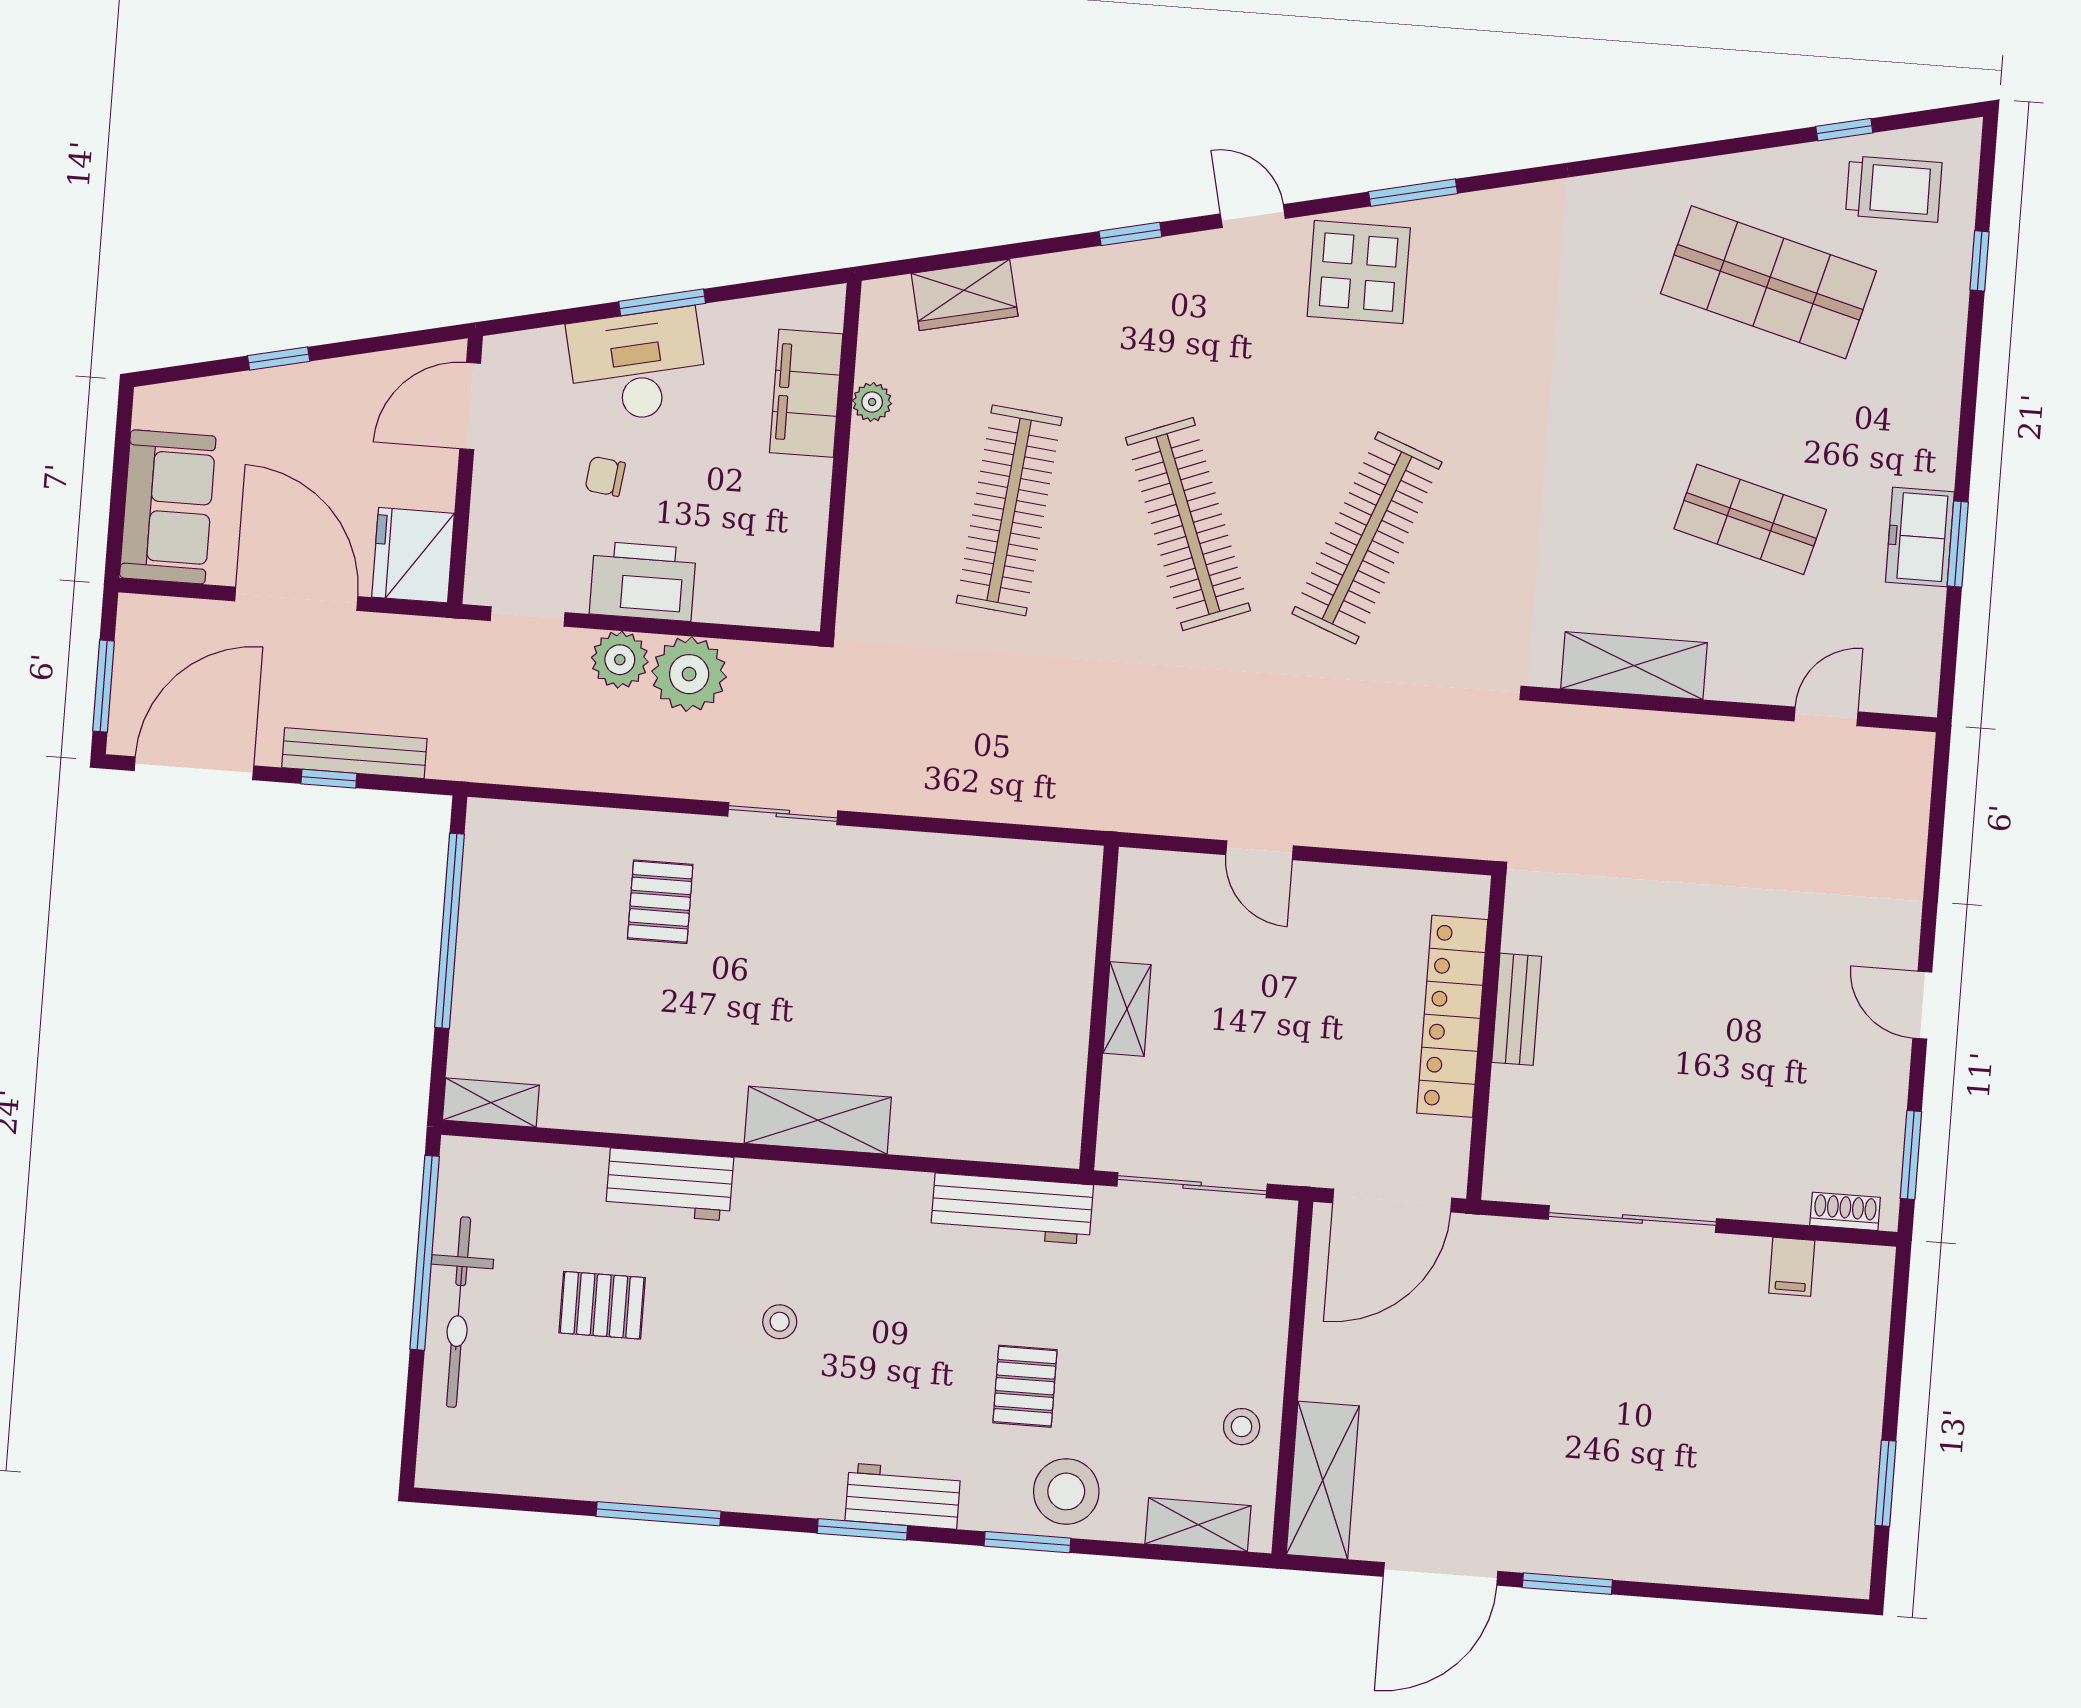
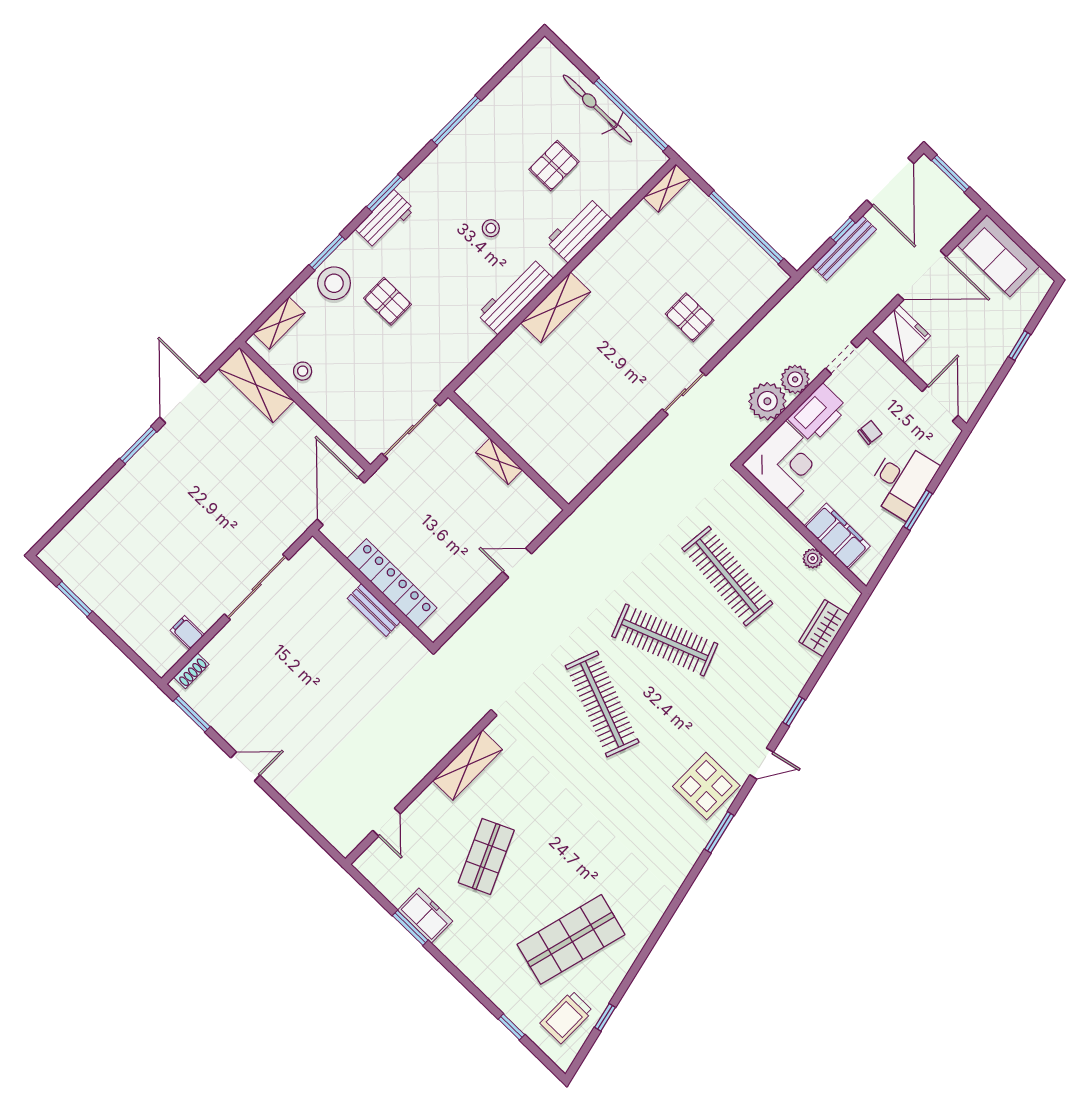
shop shelf: (1750, 519) -> (486, 856), turned -39
corner desk: (762, 564) -> (786, 464), added
workbench: (1012, 1209) -> (515, 296), moved

